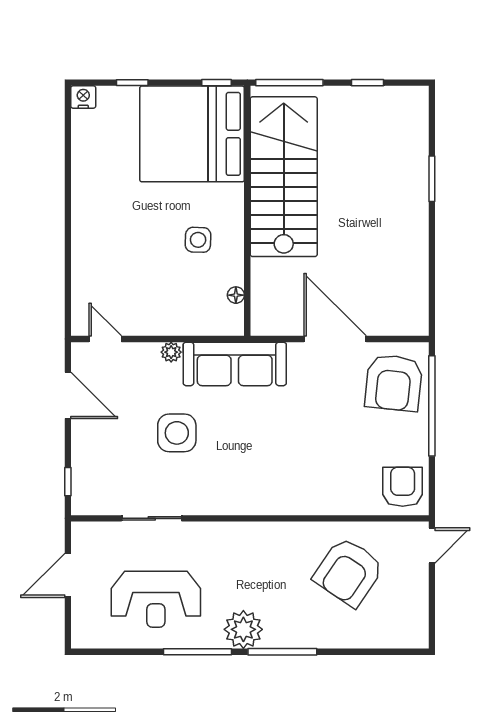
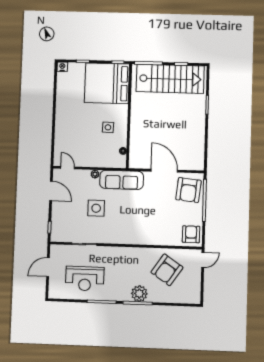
stairs: (284, 177) -> (170, 79), moved, turned 90
plant: (243, 629) -> (139, 294), moved

